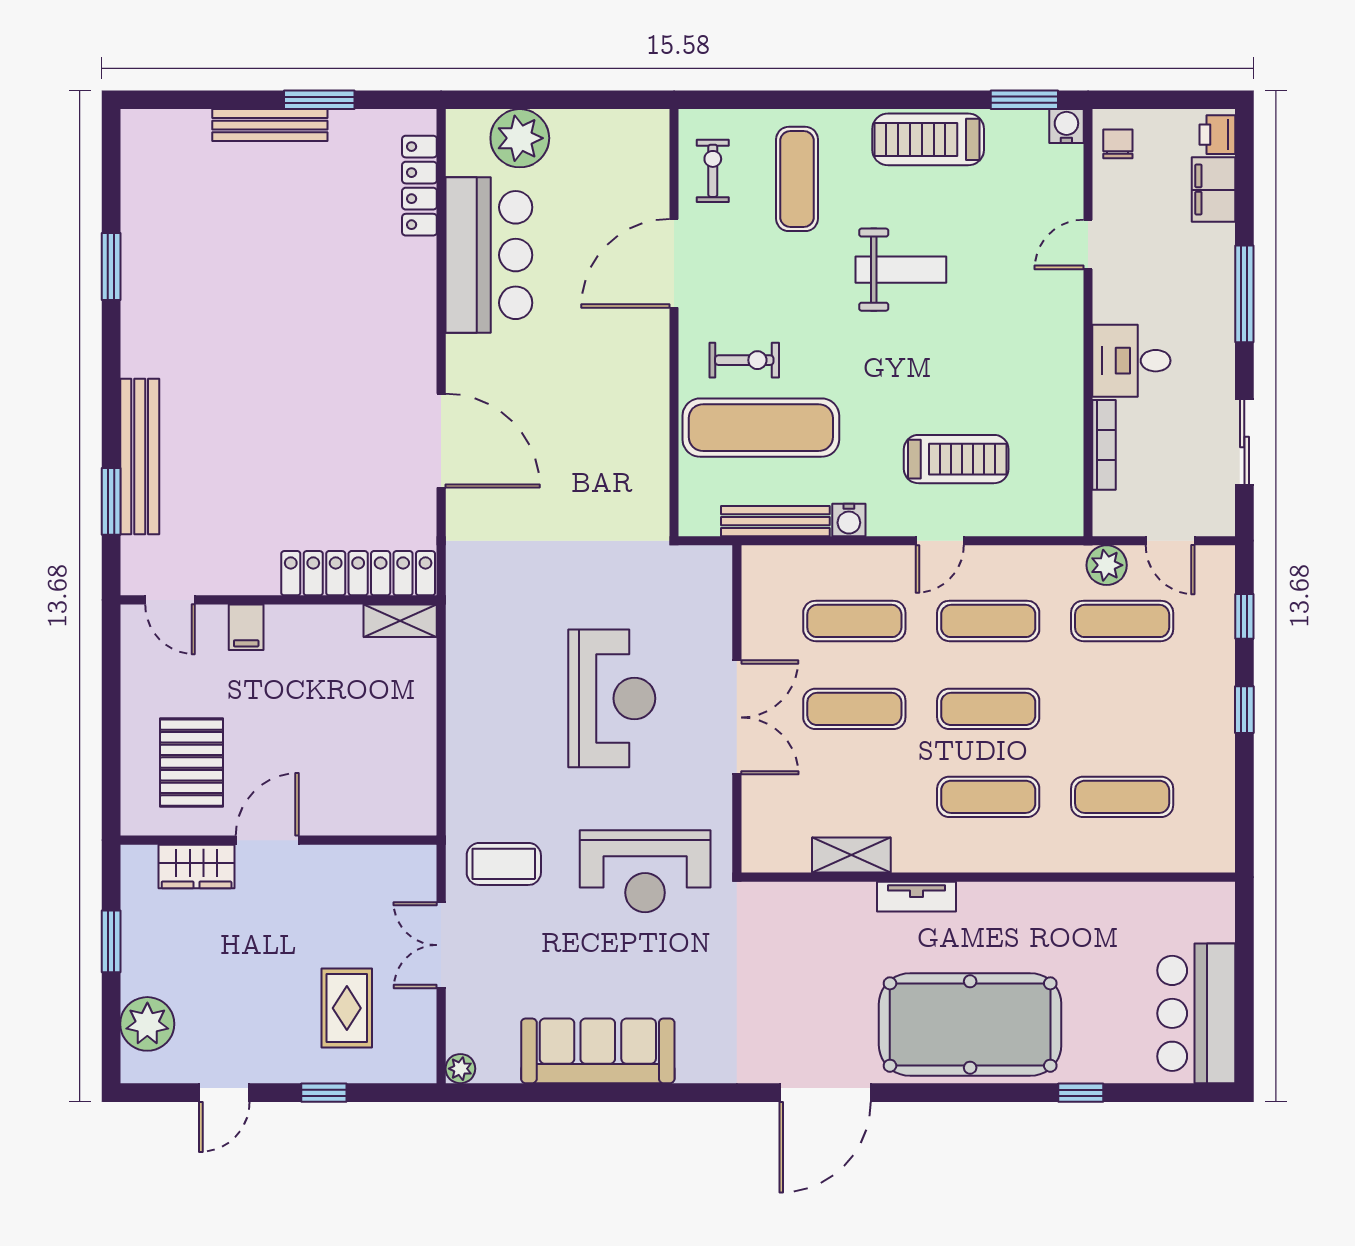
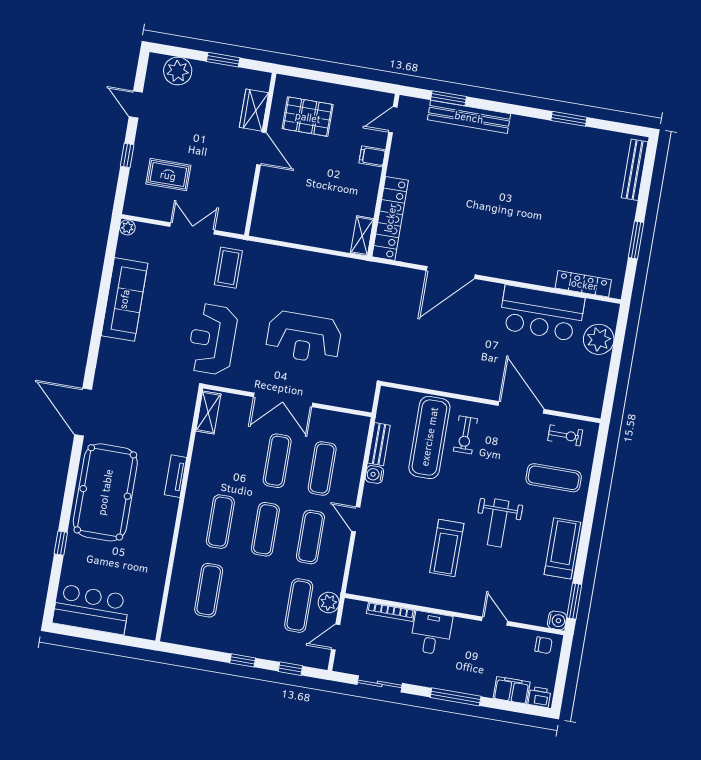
bench: (270, 125) -> (635, 170), moved
treadmill: (956, 459) -> (447, 548), moved
bench: (775, 521) -> (379, 444), width x0.73
shelving: (851, 855) -> (208, 413), moved

